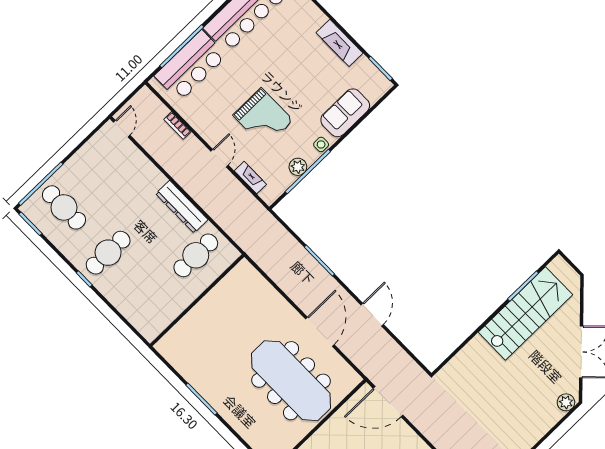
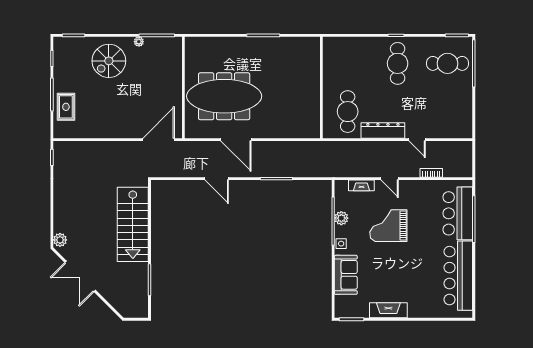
door: (122, 129) -> (417, 140), moved
stairs: (525, 313) -> (133, 224), moved

